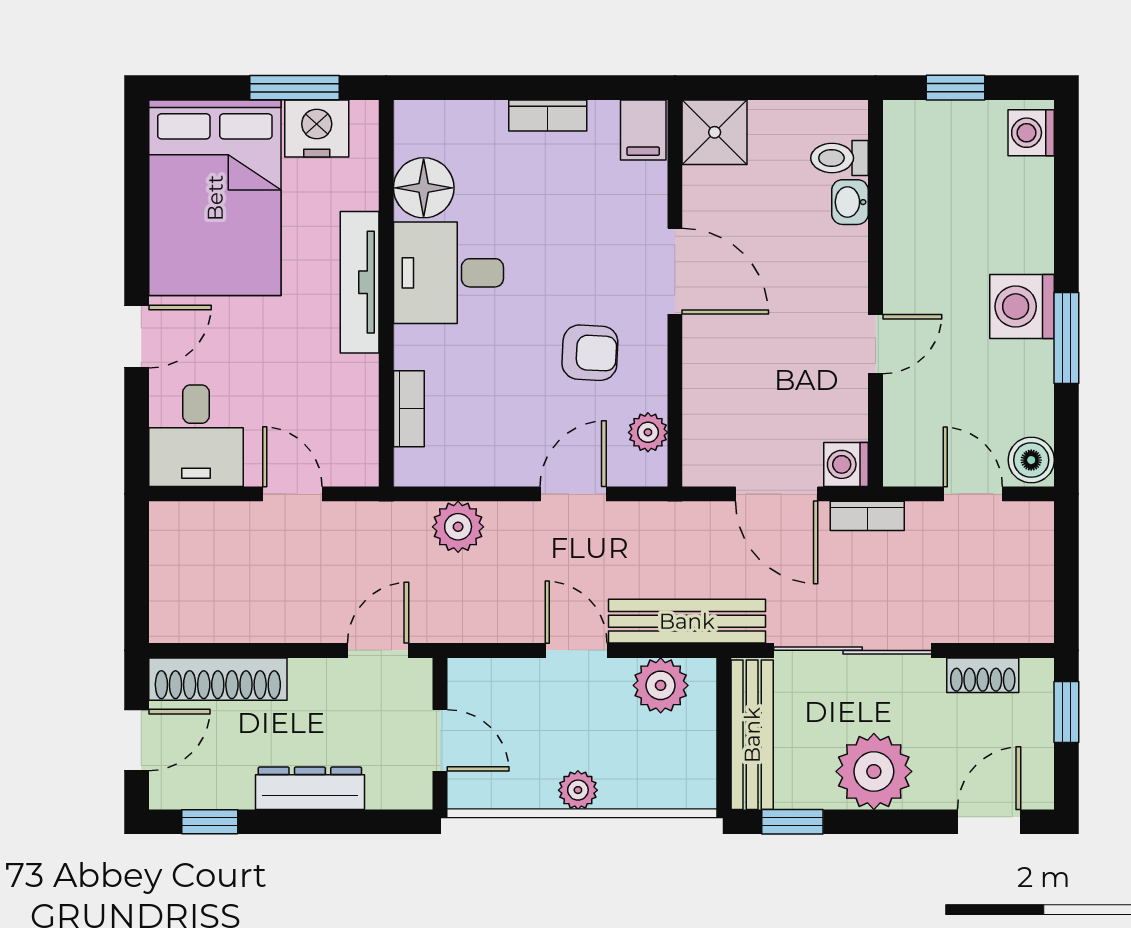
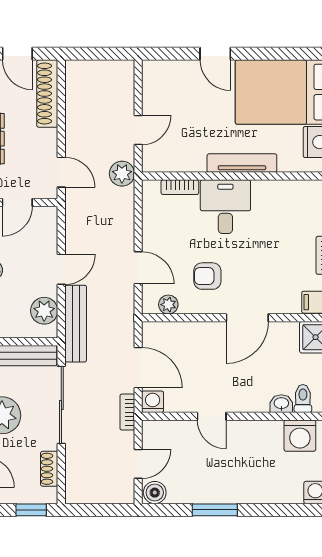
floor lamp: (424, 188) -> (288, 195), removed
desk: (448, 273) -> (225, 207), moved
washing machine: (1022, 307) -> (300, 436), moved, turned 180
armchair: (590, 353) -> (207, 276), turned 87
desk: (196, 436) -> (167, 83), removed
door: (777, 494) -> (138, 368), swing flipped
plant: (458, 527) -> (122, 174), moved

